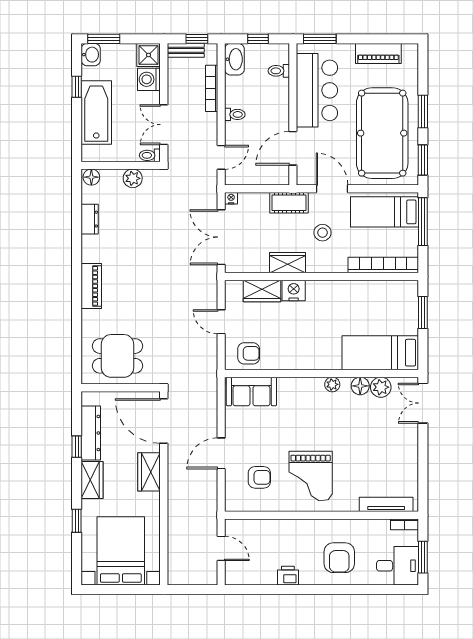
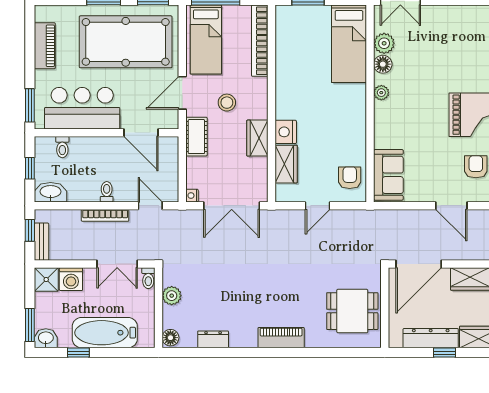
bookcase: (212, 88) -> (105, 215), moved
dining table: (118, 356) -> (352, 311), turned 90

